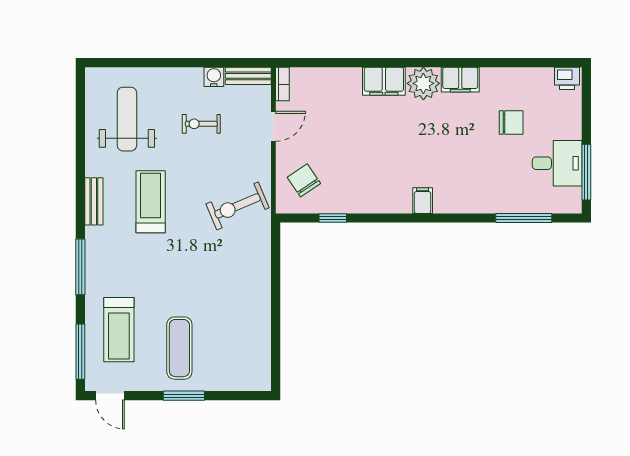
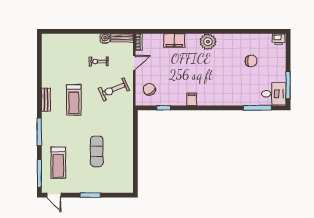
filing cabinet: (460, 80) -> (226, 40), removed
filing cabinet: (384, 81) -> (174, 41), moved
weight bench: (127, 119) -> (62, 59), removed
desk: (557, 163) -> (274, 94), moved
filing cabinet: (423, 201) -> (192, 99), moved
treadmill: (151, 202) -> (74, 100), turned 180
exercise bike: (238, 206) -> (114, 89), moved
exercise mat: (179, 348) -> (97, 151), moved

